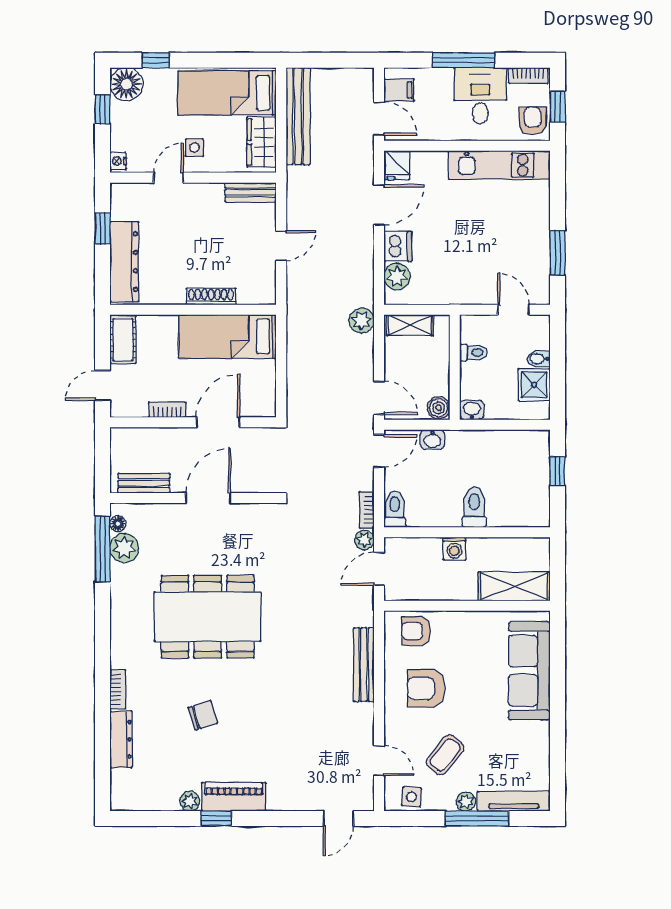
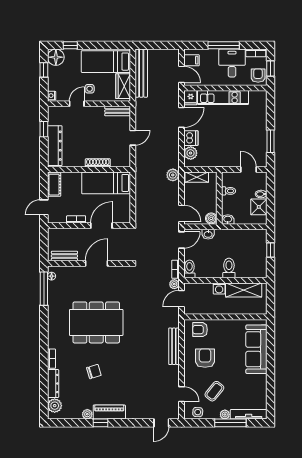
kitchen unit: (499, 165) -> (223, 98), moved
plant: (124, 548) -> (55, 406), moved
shelving: (514, 586) -> (244, 290), moved
armchair: (426, 688) -> (205, 358), turned 90

